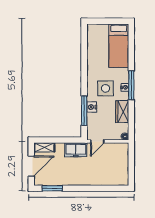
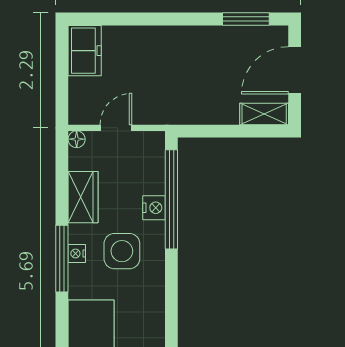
window: (84, 111) -> (171, 199), width x1.46
door: (97, 141) -> (116, 128), moved
freezer: (76, 150) -> (85, 51), moved, turned 90

